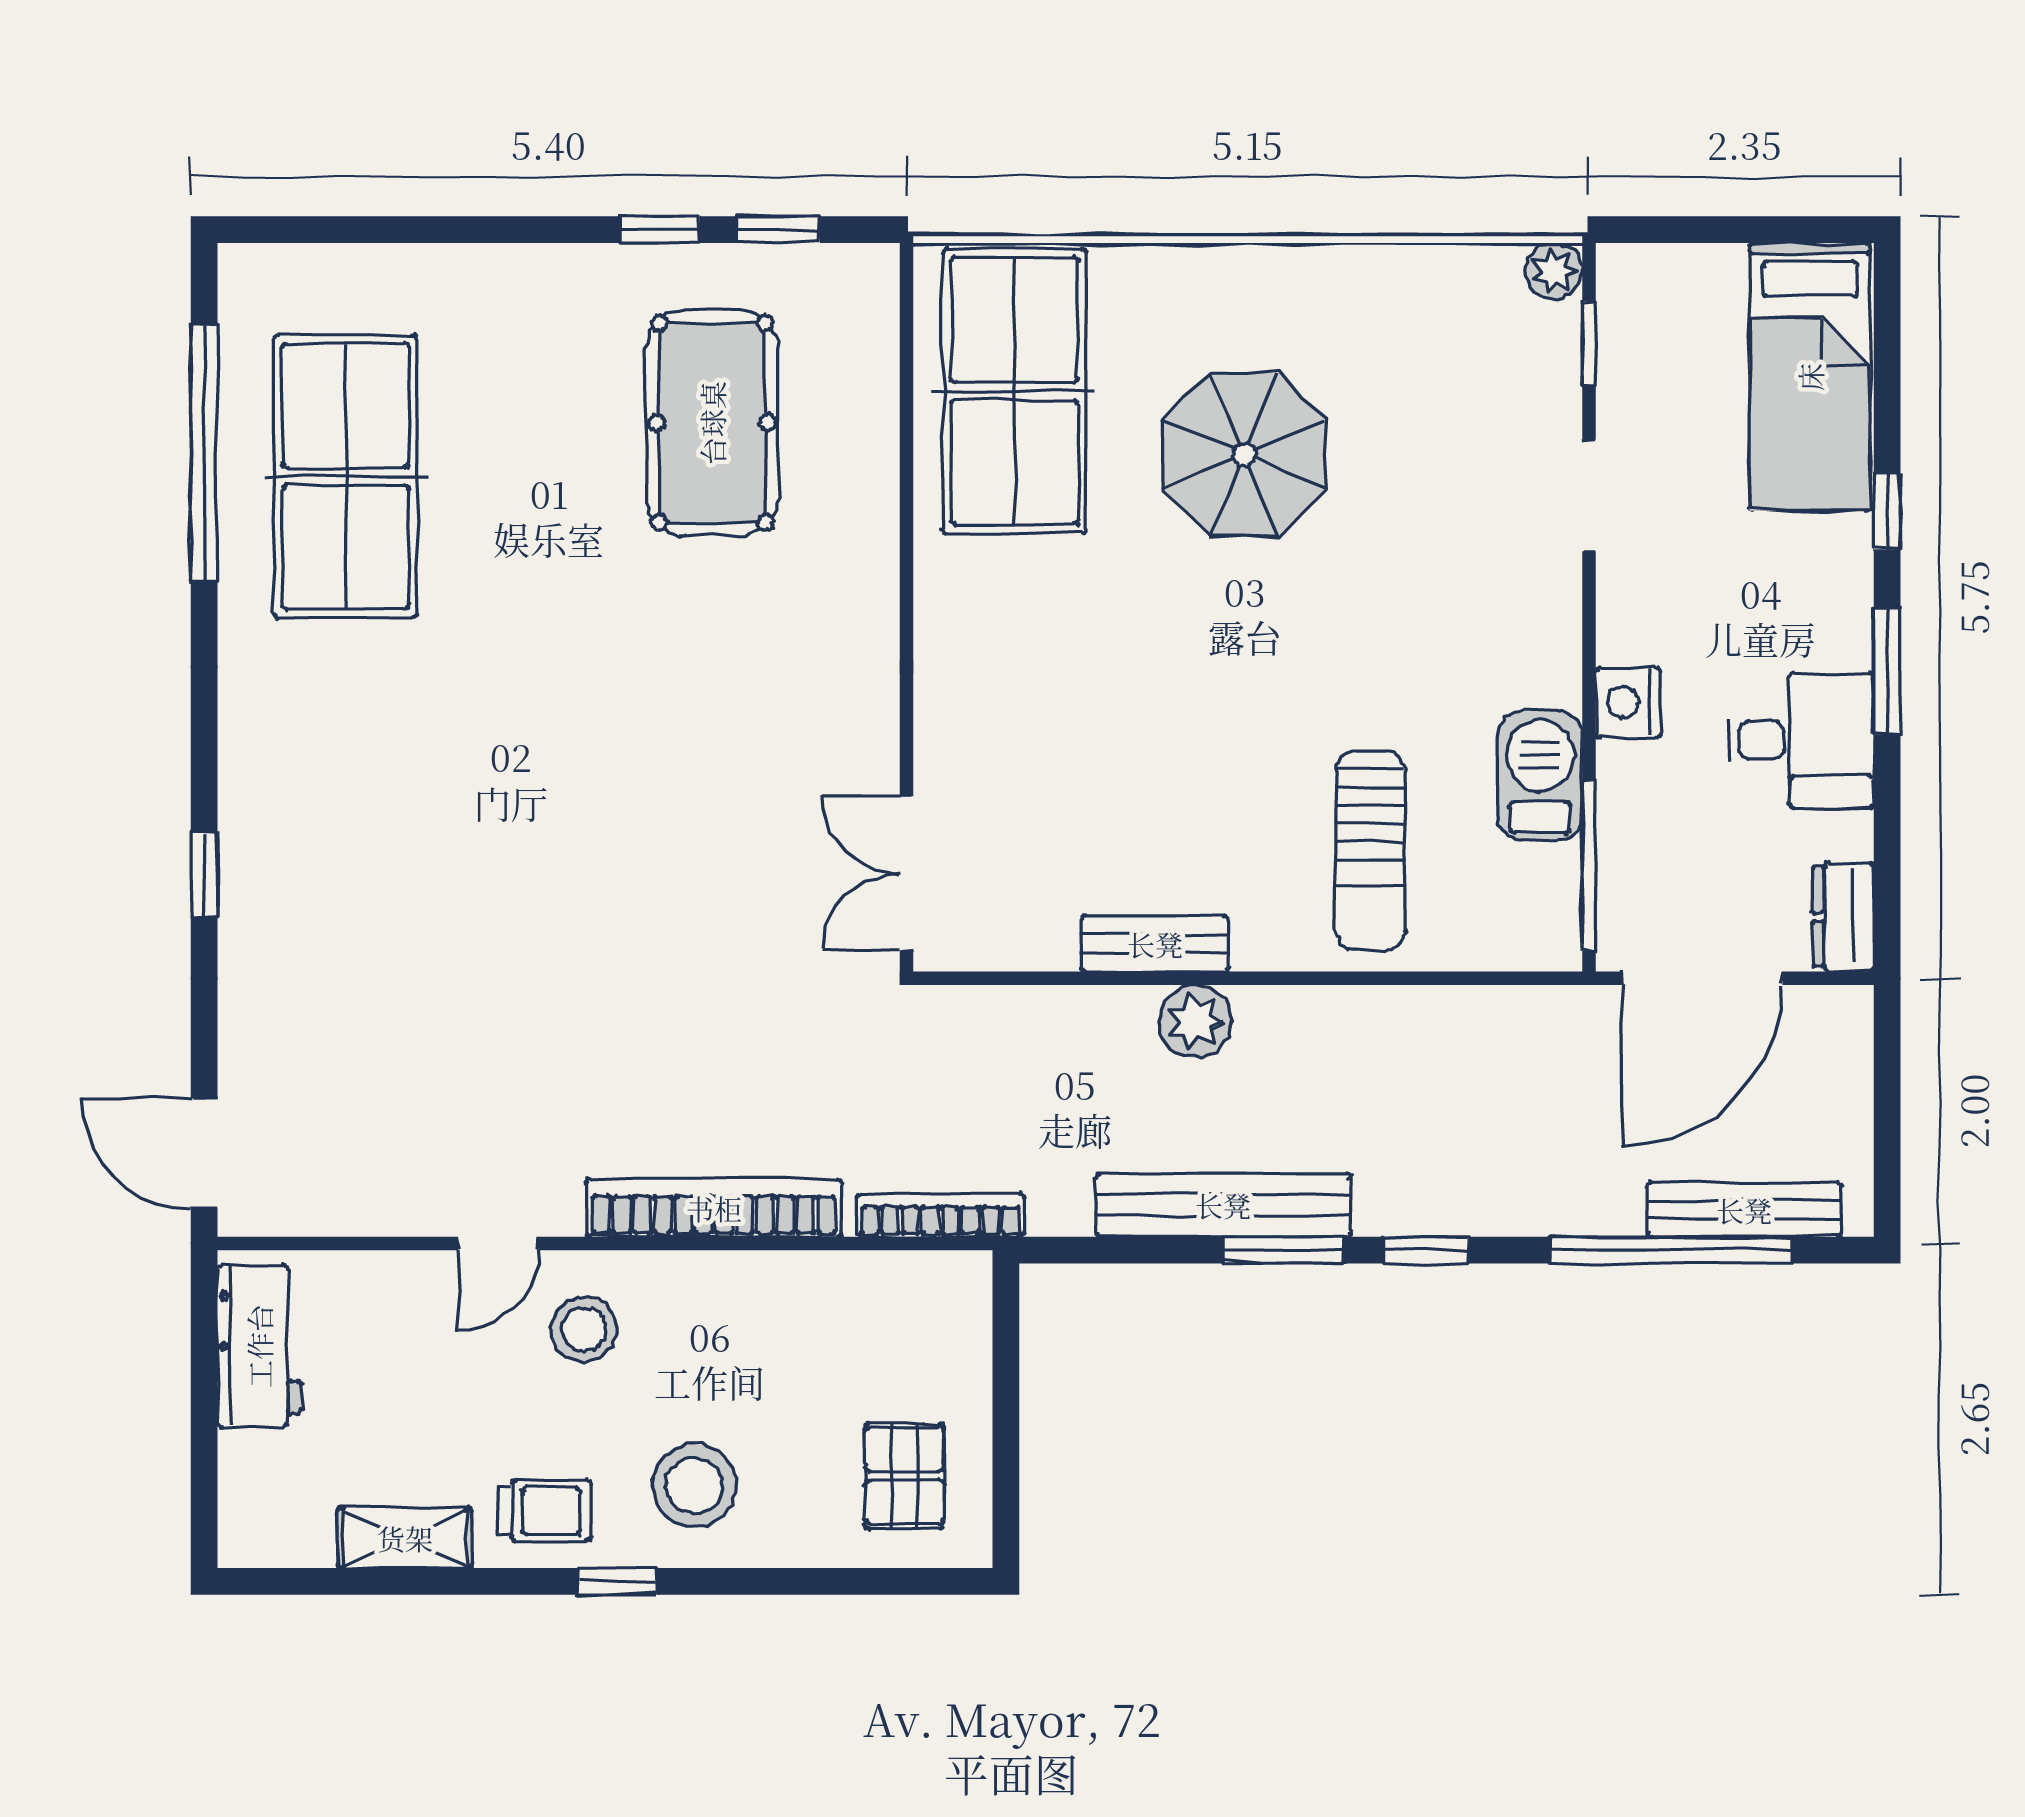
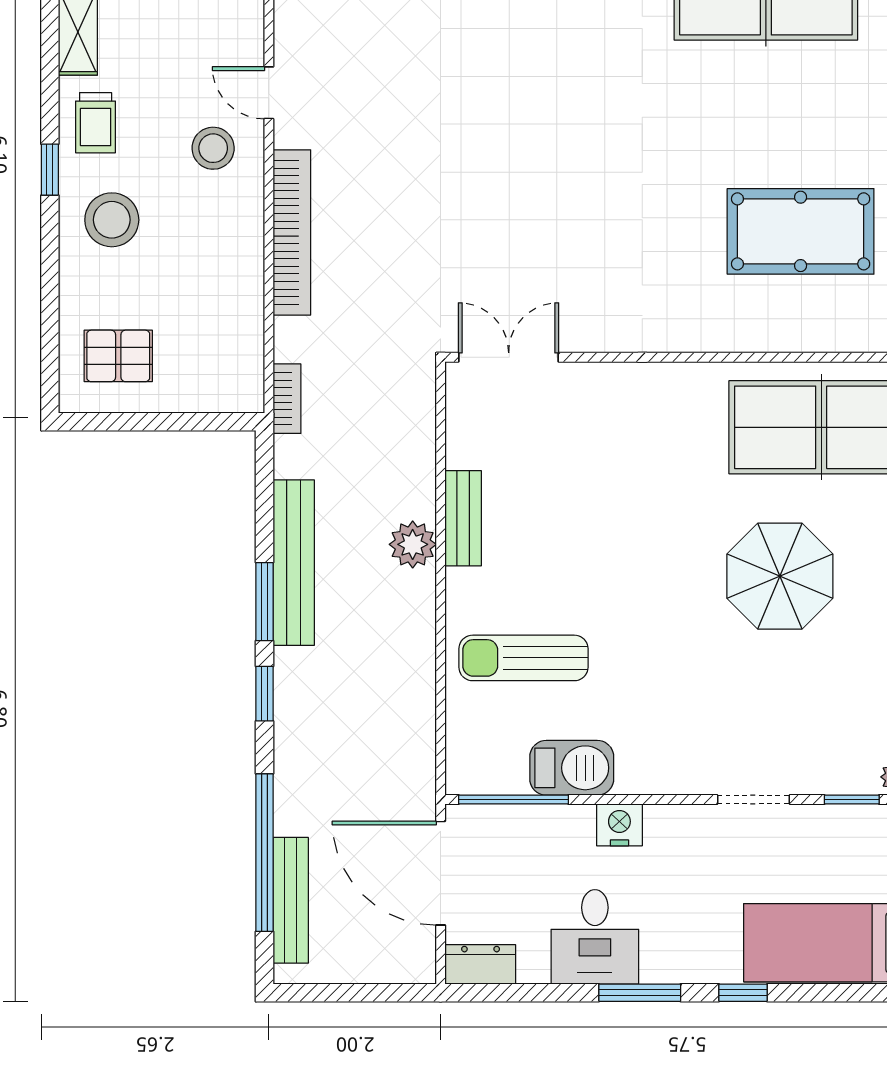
bookcase: (940, 1215) -> (287, 399), width x0.64

